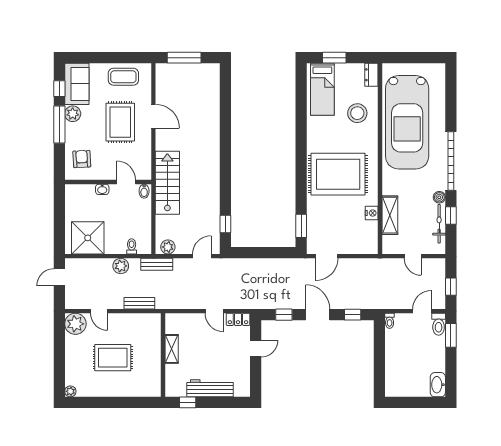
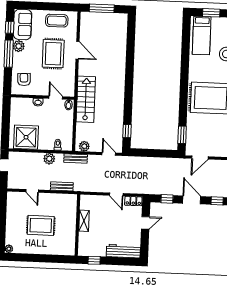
door: (202, 256) -> (109, 154), hinge flipped
plant: (75, 324) -> (15, 200), removed
workbench: (210, 388) -> (123, 251), moved

